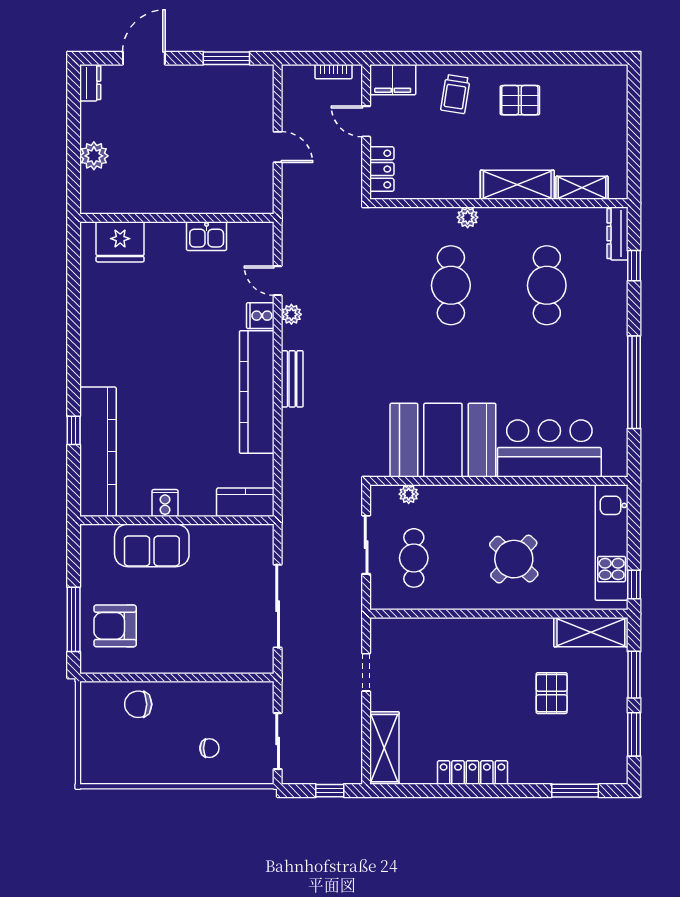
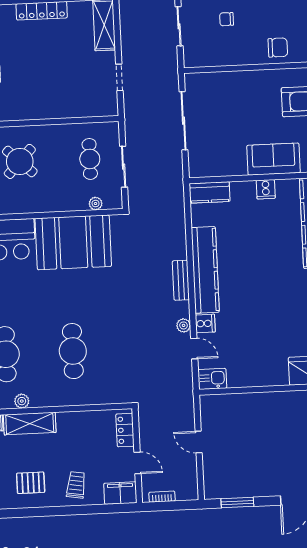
plant: (468, 217) -> (22, 401), moved
kitchen sink: (207, 236) -> (212, 379), moved

